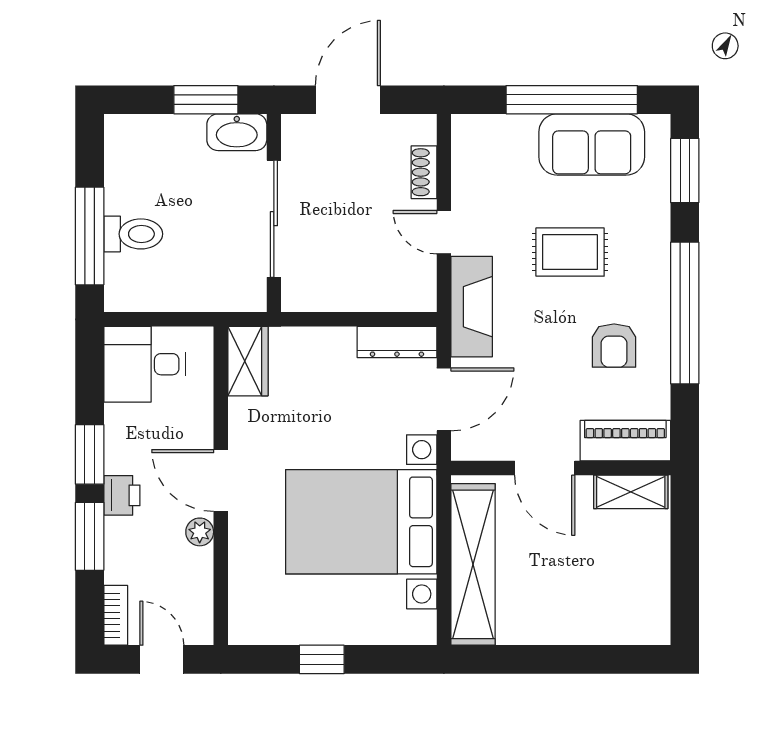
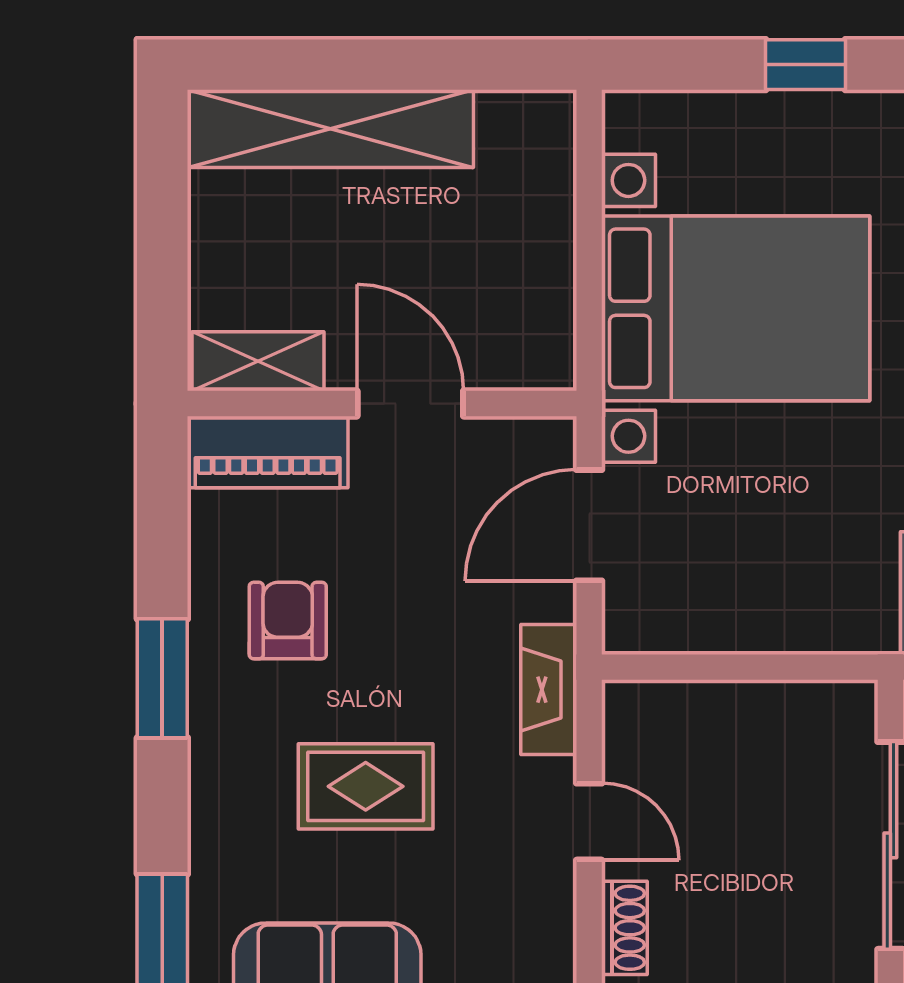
fireplace: (472, 307) -> (549, 690), width x0.73, depth x0.76
window: (685, 313) -> (162, 678), width x0.47
dresser: (397, 342) -> (672, 627), removed
shelving: (473, 564) -> (330, 129), moved, turned 90

